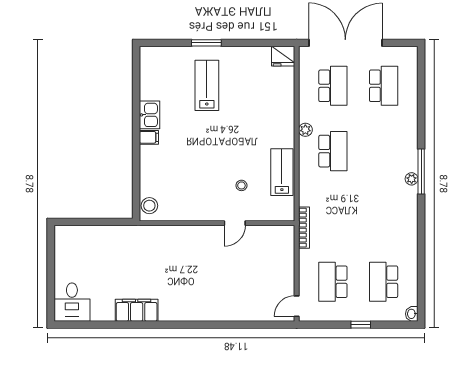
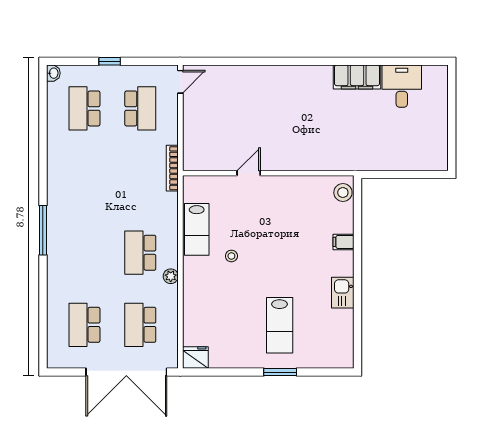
filing cabinet: (149, 137) -> (343, 242), moved
plant: (412, 179) -> (54, 222), removed
stool: (241, 185) -> (231, 256), moved
school desk: (384, 282) -> (84, 108), turned 180
desk: (72, 302) -> (402, 86), moved

